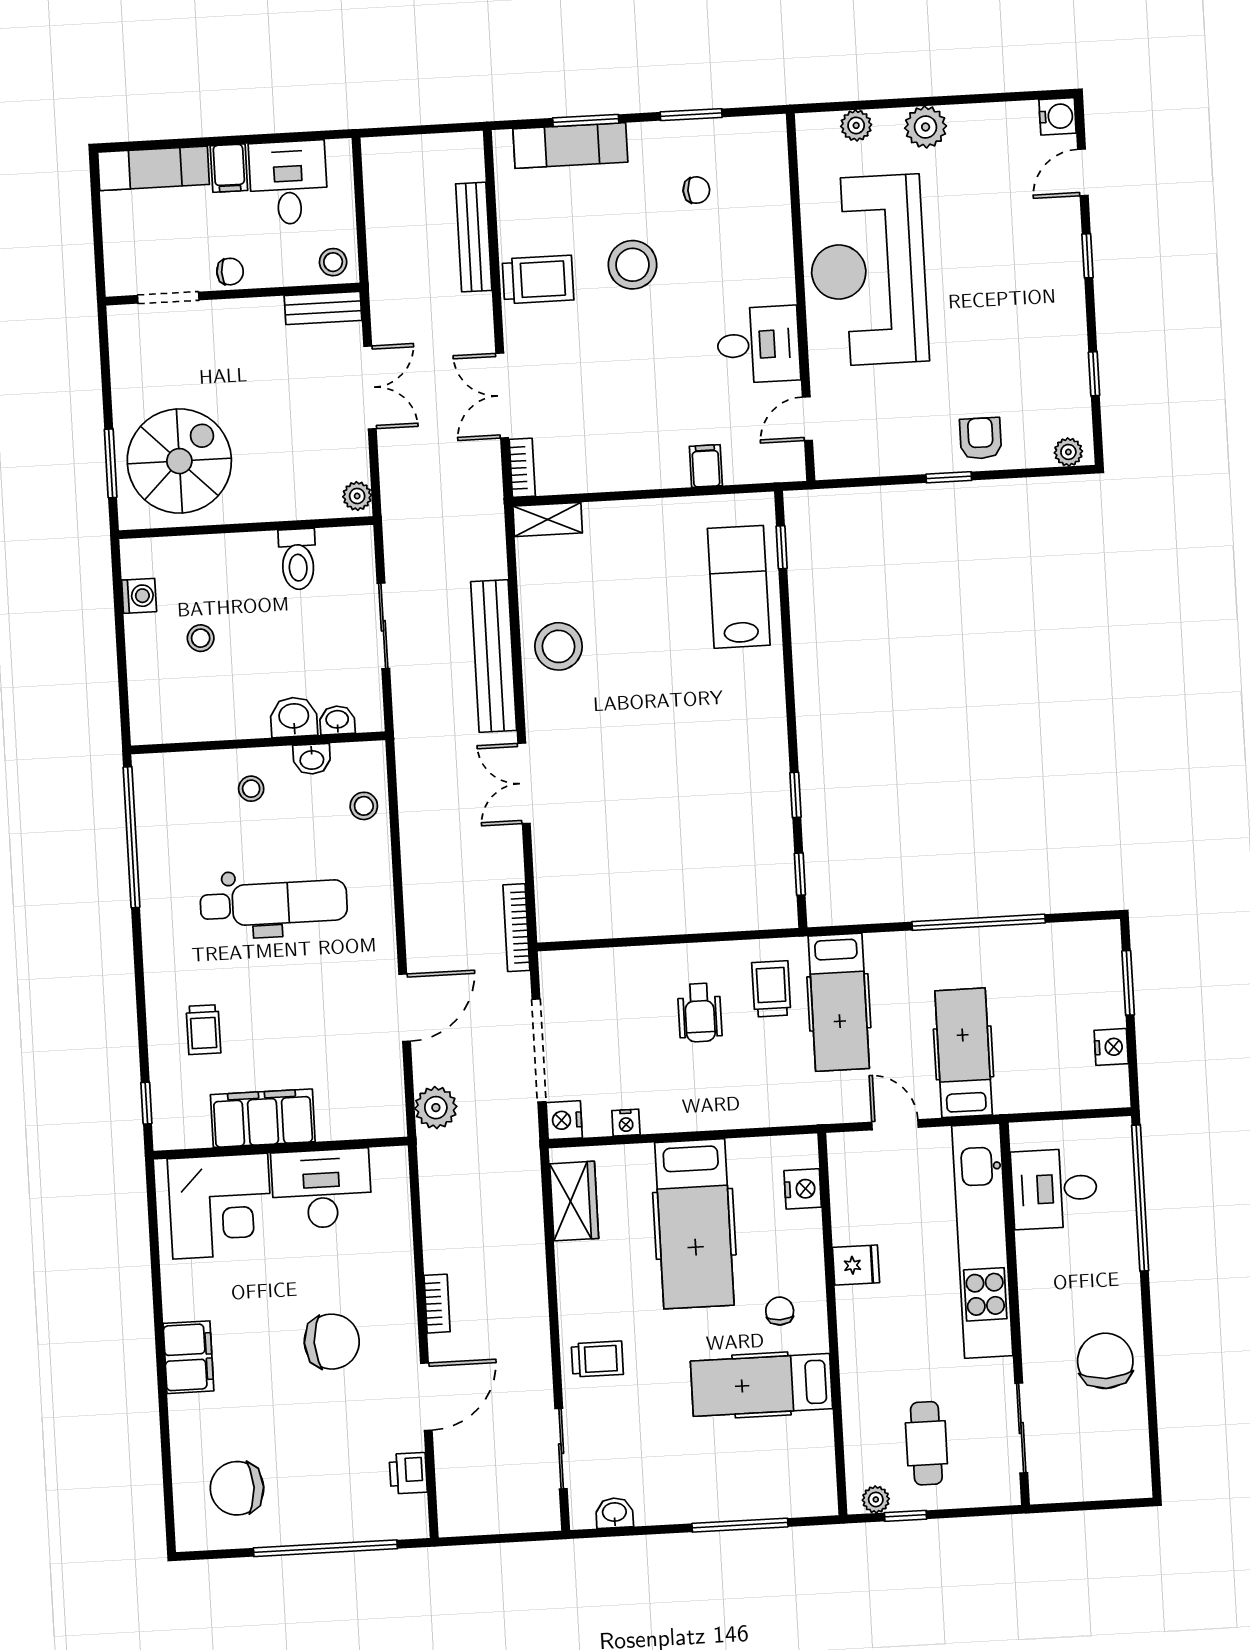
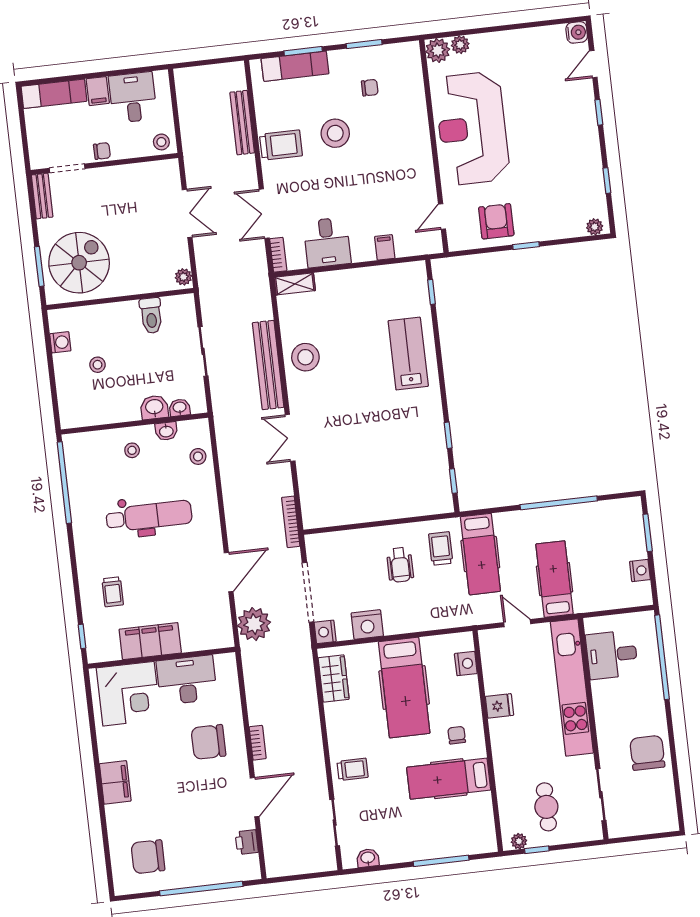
plant: (926, 127) -> (438, 50), moved
bench: (323, 308) -> (42, 196), moved, turned 90
desk: (758, 345) -> (327, 242), moved, turned 90
armchair: (981, 438) -> (496, 221), moved, width x1.38, depth x1.38
lab bench: (739, 587) -> (408, 354), moved
plant: (436, 1108) -> (254, 624), width x1.36, depth x1.36
nightstand: (626, 1123) -> (367, 625), width x1.89, depth x1.79
chair: (332, 1342) -> (208, 742), moved, turned 180

